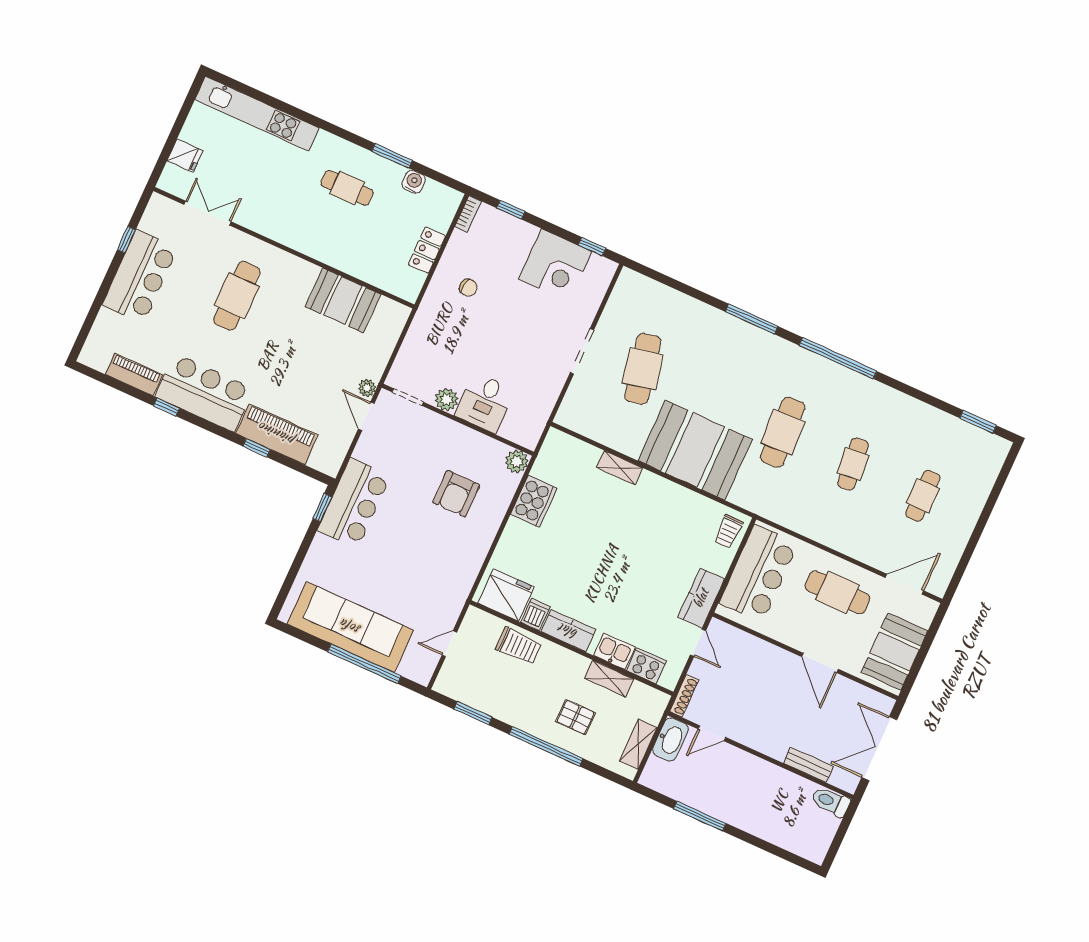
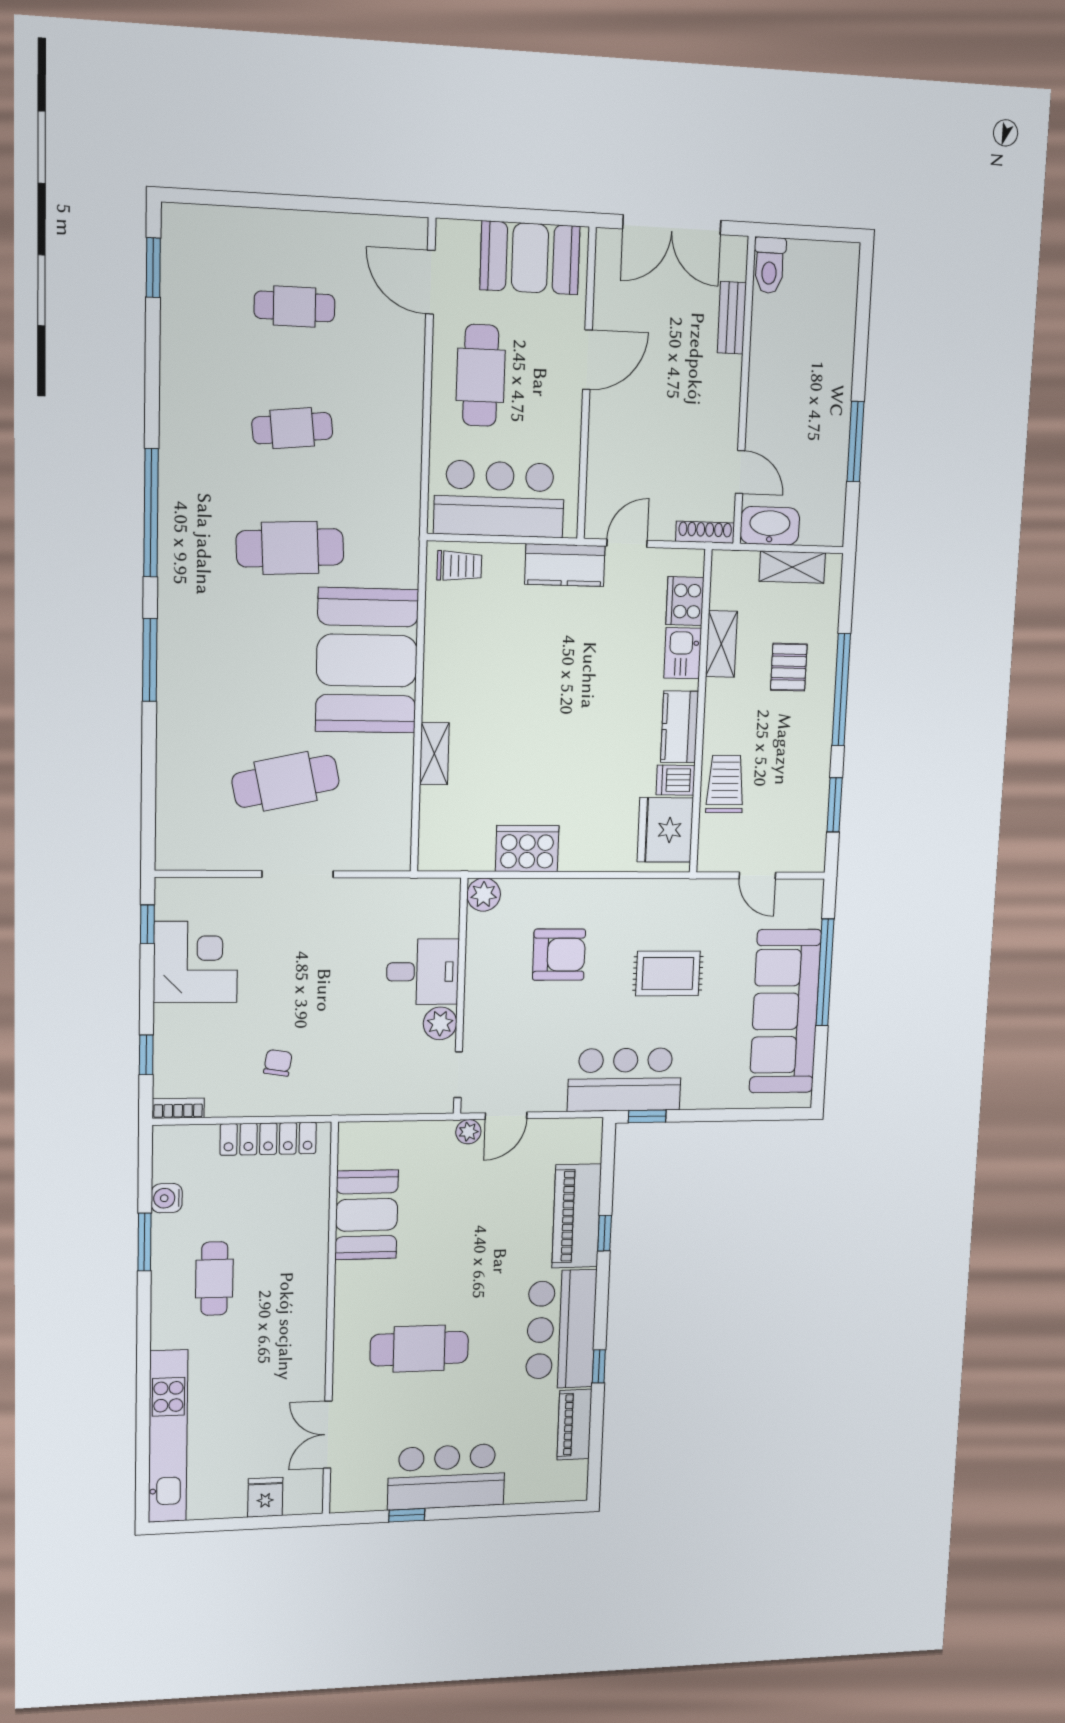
locker: (427, 250) -> (268, 1139), width x1.53
rug: (411, 559) -> (668, 973), added

